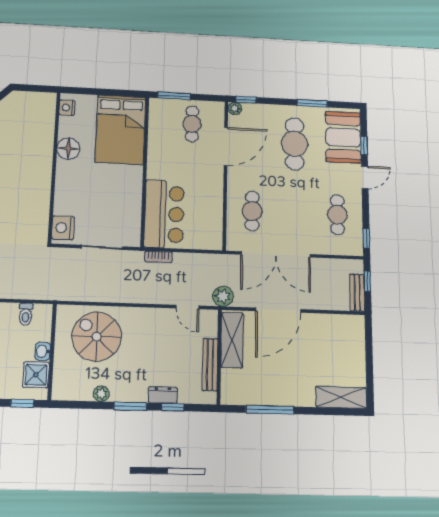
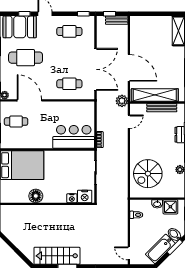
nightstand: (67, 108) -> (72, 198), moved
shelving: (232, 340) -> (155, 95), width x1.47

